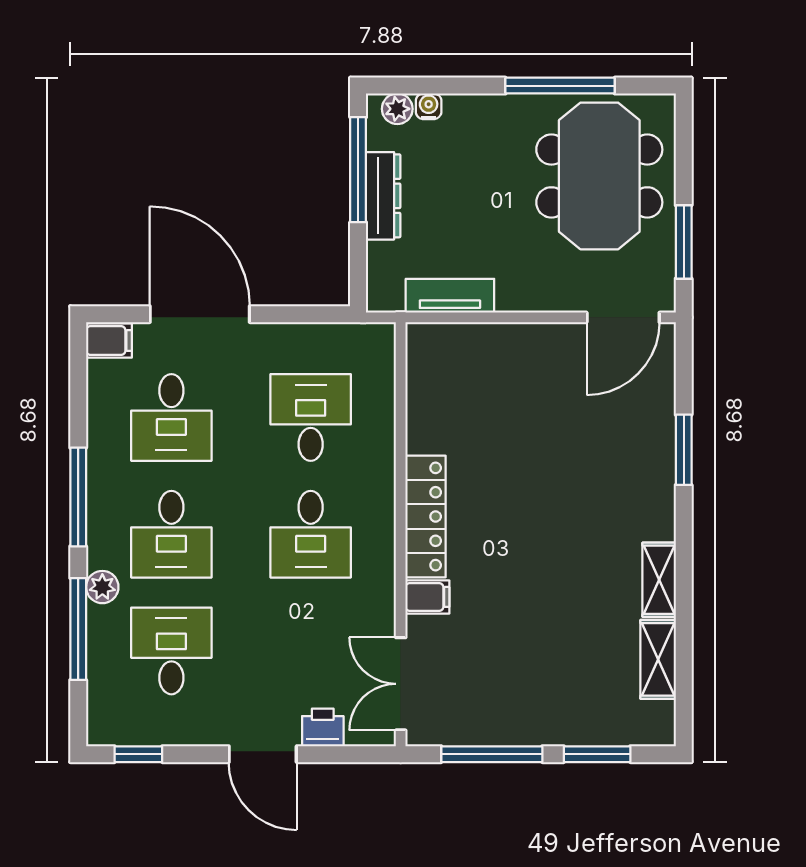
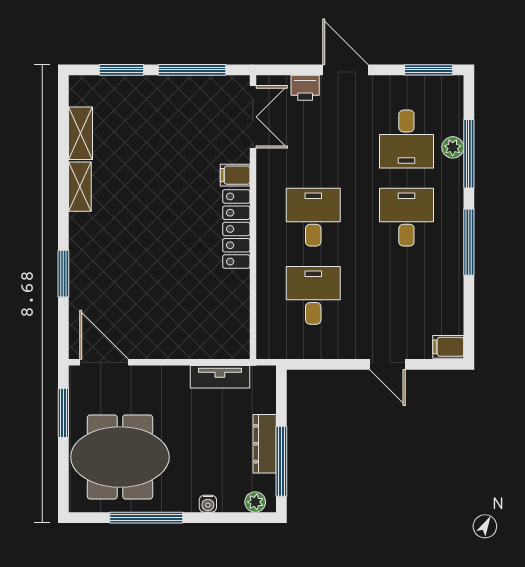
water cooler: (429, 106) -> (208, 504), moved
meeting table: (599, 176) -> (120, 457), turned 90
door: (200, 314) -> (387, 364), width x0.53
door: (623, 317) -> (104, 362), hinge flipped
desk: (171, 417) -> (406, 295), removed
desk: (311, 417) -> (313, 295), turned 180
plant: (102, 587) -> (453, 147), moved
window: (138, 754) -> (429, 70), width x1.50

